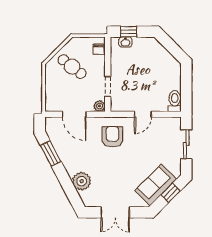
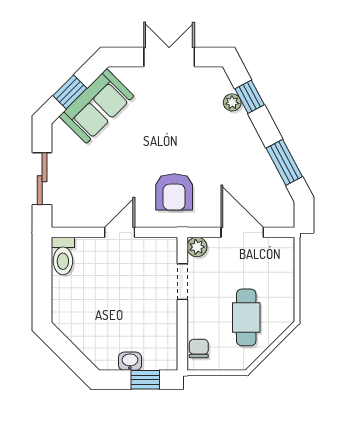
washbasin: (125, 42) -> (130, 361), moved
cafe table: (72, 67) -> (246, 317), turned 52
plant: (82, 181) -> (232, 102), width x0.53, depth x0.53
window: (70, 190) -> (250, 97), added

